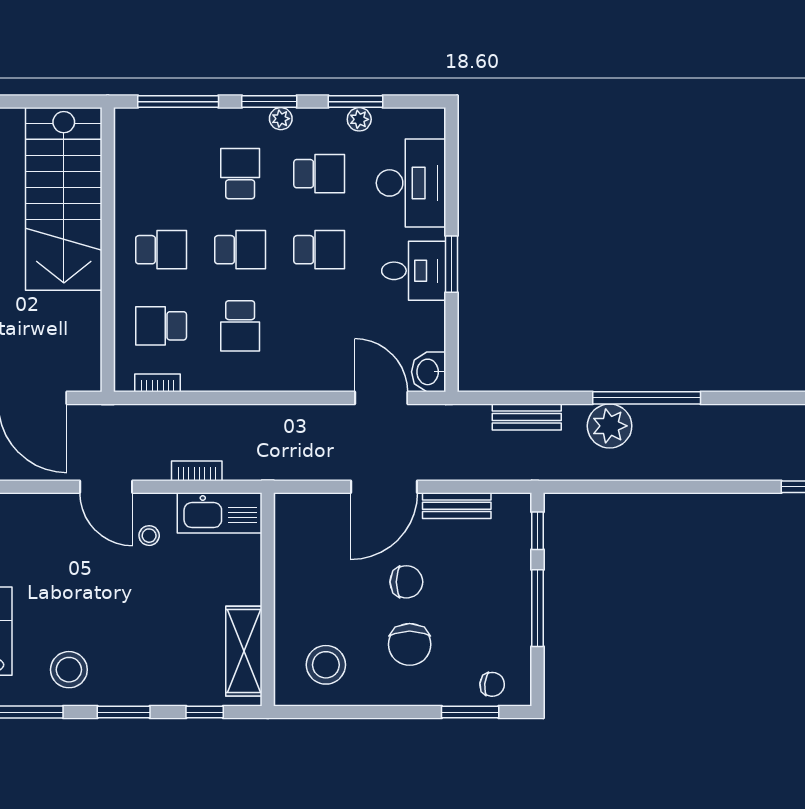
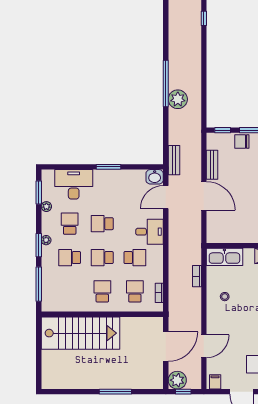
window: (356, 102) -> (39, 192), moved
school desk: (240, 250) -> (102, 258), turned -90
school desk: (319, 250) -> (102, 224), turned -90
desk: (414, 271) -> (150, 232), moved, turned 90
school desk: (161, 326) -> (135, 291), turned 180
bench: (527, 417) -> (174, 160), moved
door: (106, 487) -> (204, 346), moved
kitchen sink: (220, 513) -> (224, 257), moved, turned 90
chair: (406, 582) -> (242, 142), moved, turned -90

